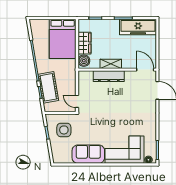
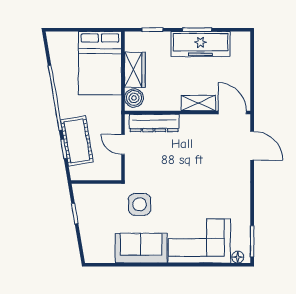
freezer: (138, 27) -> (200, 44), moved
shelving: (111, 64) -> (198, 103), moved
dresser: (109, 76) -> (154, 123), moved
door: (77, 101) -> (123, 144), moved
side table: (64, 130) -> (140, 204), moved

